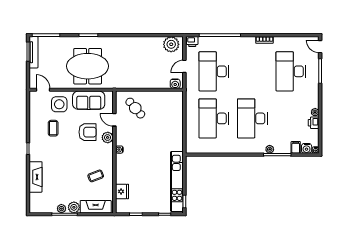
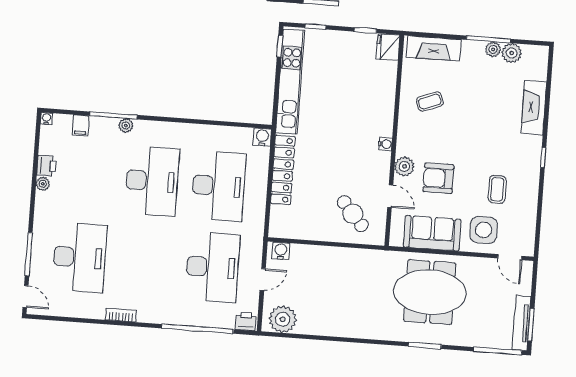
locker: (177, 130) -> (283, 170), added
water cooler: (307, 148) -> (262, 137), moved
fridge: (122, 191) -> (388, 47), moved
plant: (74, 207) -> (512, 53), moved

